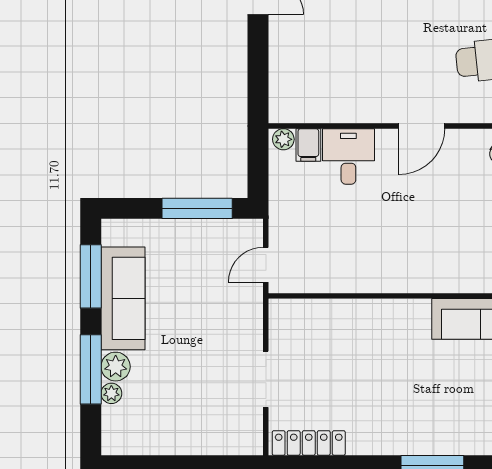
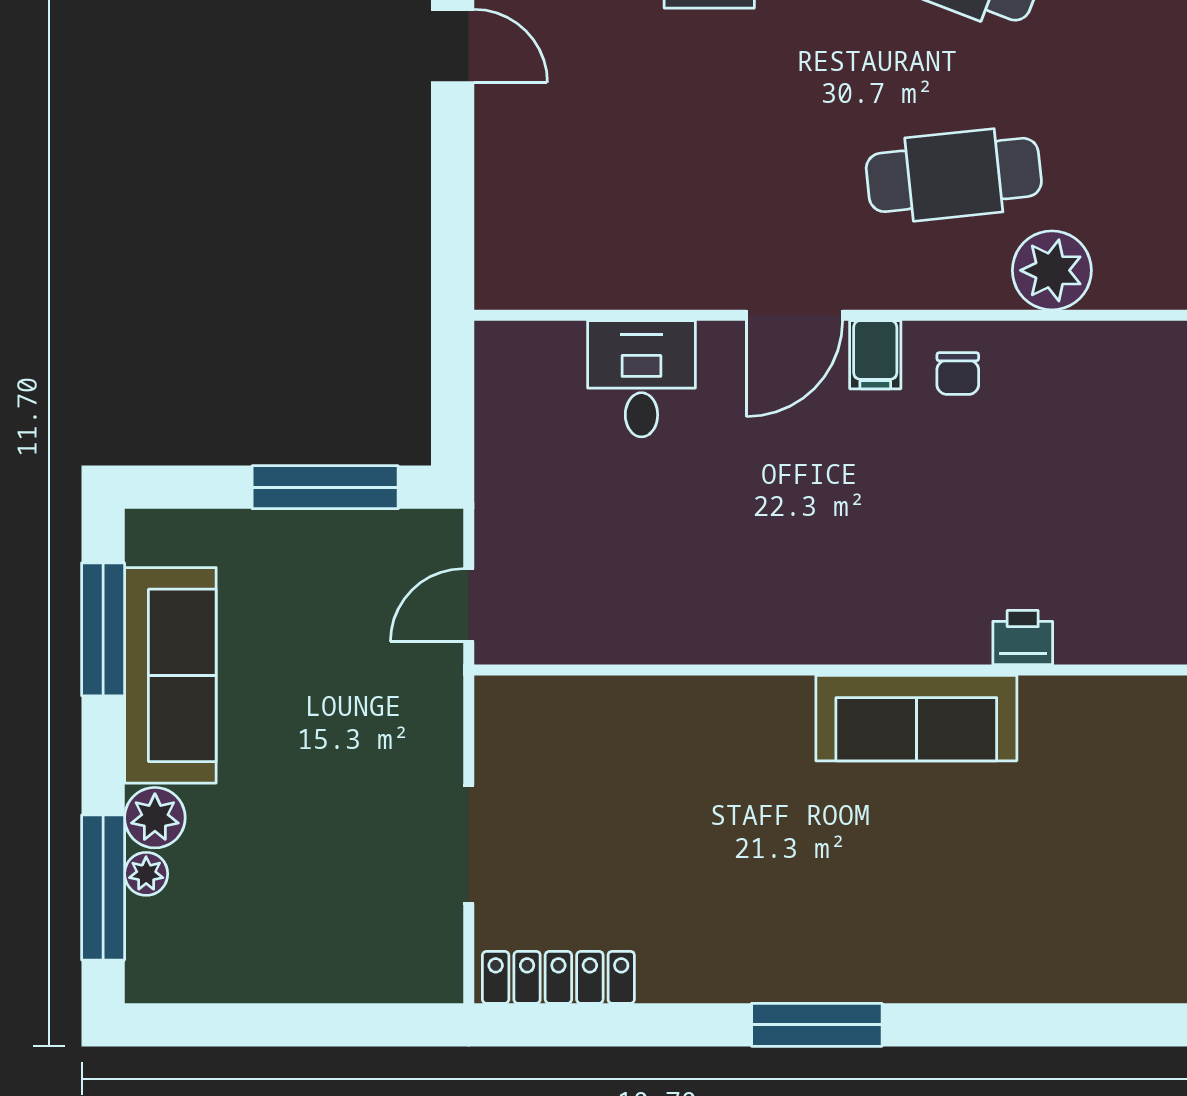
plant: (283, 139) -> (505, 343), removed
filing cabinet: (308, 145) -> (875, 355), moved
window: (91, 369) -> (103, 888), moved

